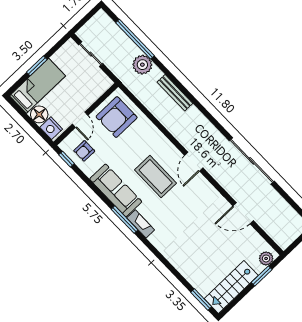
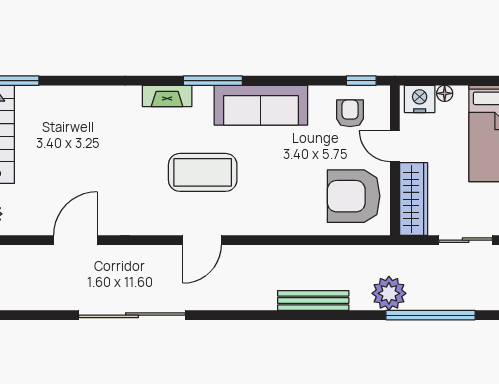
wardrobe: (94, 91) -> (414, 199), added
floor lamp: (39, 114) -> (445, 93), width x0.53, depth x0.53
armchair: (117, 117) -> (354, 196), turned -90
door: (194, 162) -> (202, 240), swing flipped
coffee table: (156, 176) -> (203, 172), moved
fireplace: (141, 224) -> (167, 96), moved

